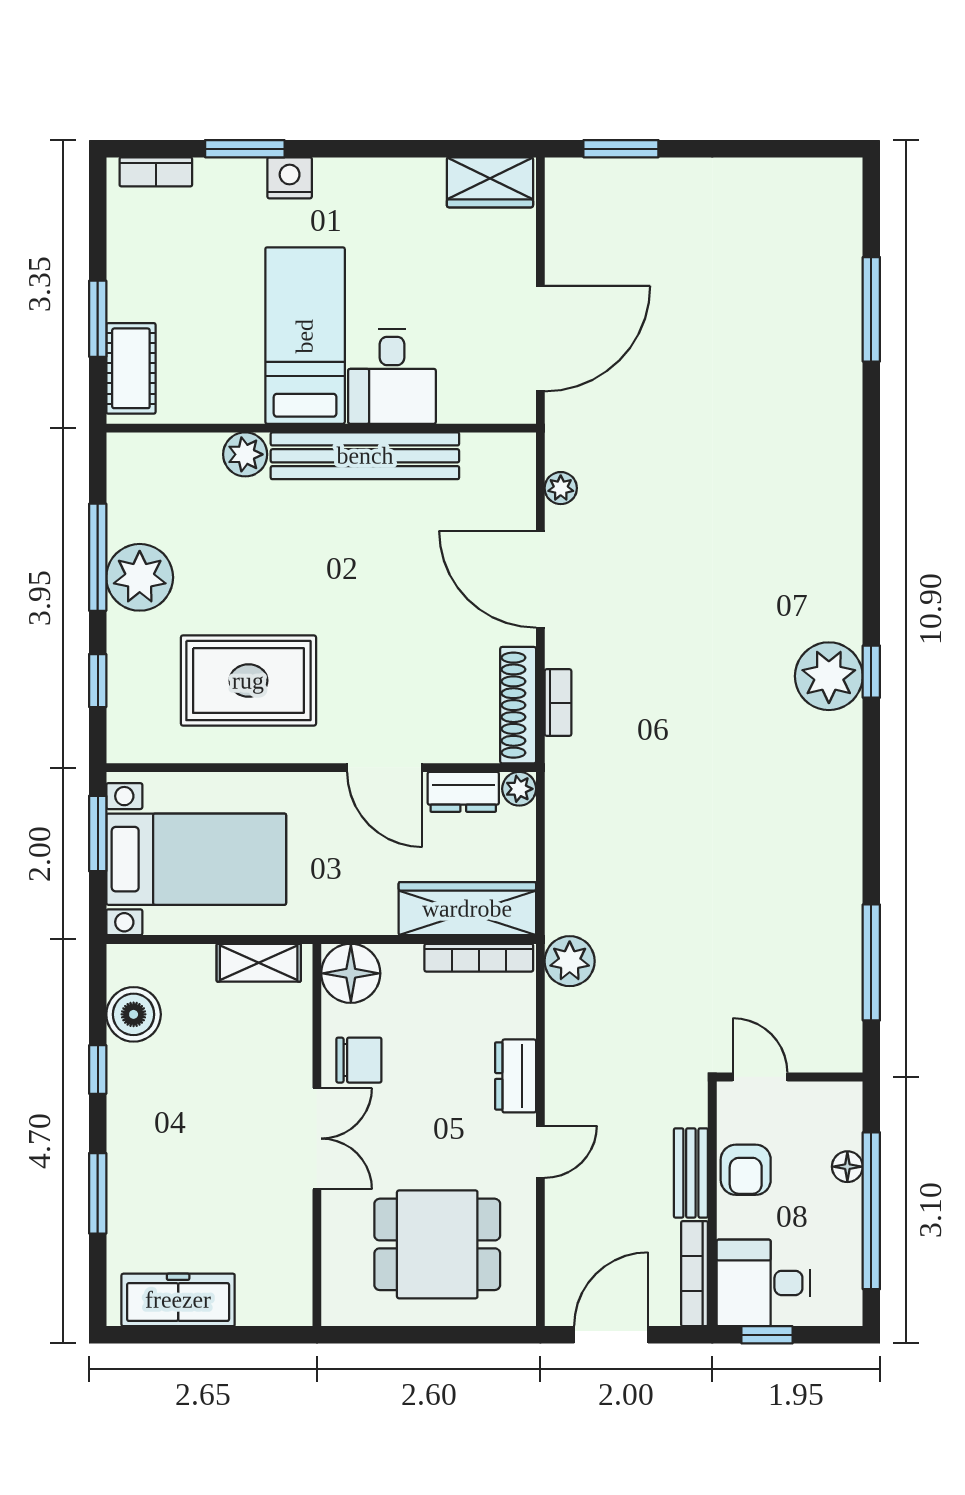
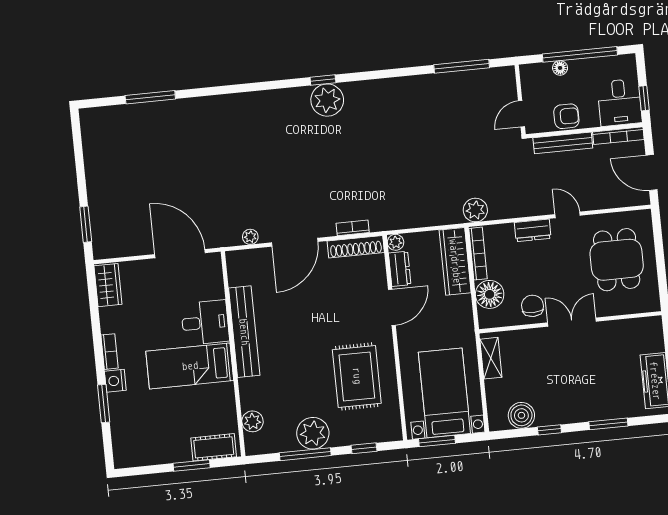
bookcase: (156, 172) -> (109, 352), moved
plant: (245, 454) -> (252, 421), moved
floor lamp: (351, 973) -> (490, 294), moved
bench: (691, 1173) -> (563, 143), width x1.36

